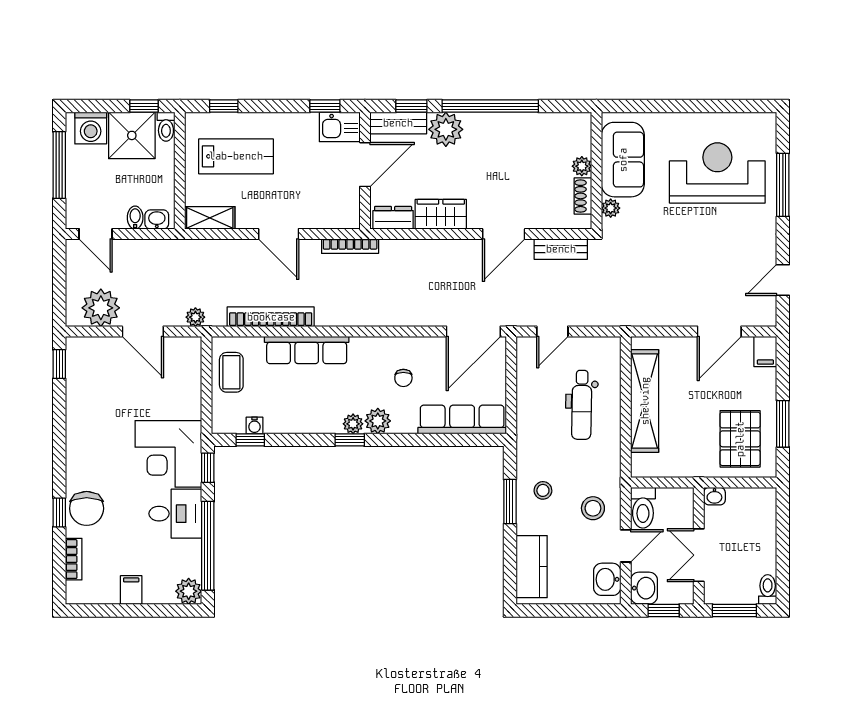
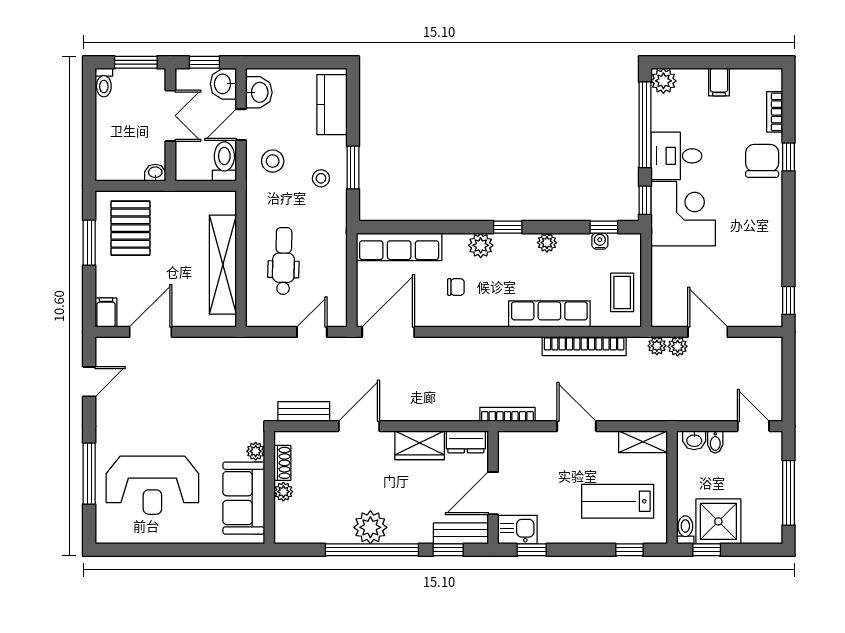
washing machine: (91, 128) -> (758, 529), removed
plant: (446, 129) -> (370, 527), moved
plant: (101, 308) -> (678, 346), moved, width x0.53, depth x0.53
chair: (403, 378) -> (456, 287), turned 90
plant: (353, 424) -> (547, 243), moved

